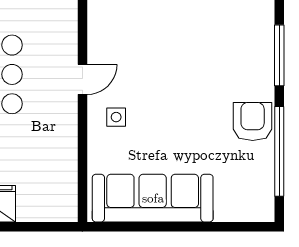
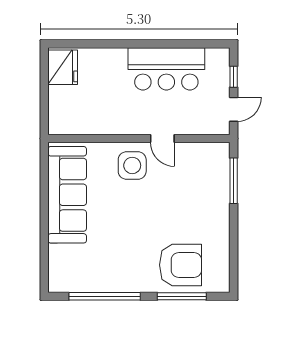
side table: (116, 117) -> (132, 165), width x1.87, depth x1.87
armchair: (253, 121) -> (180, 265), moved, width x1.36, depth x1.36

